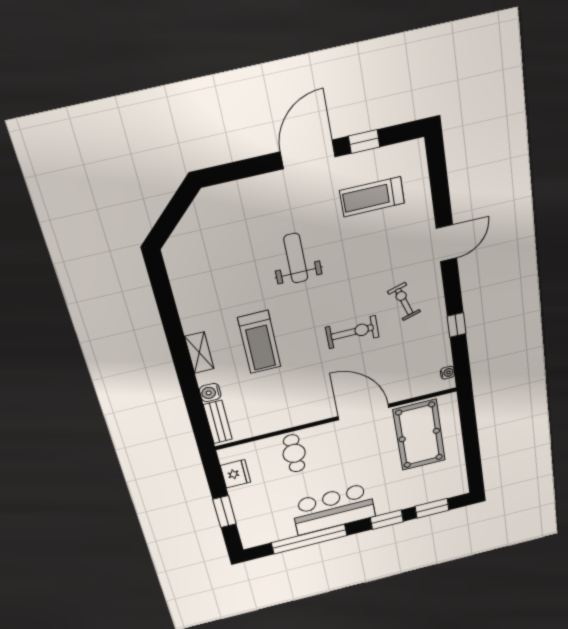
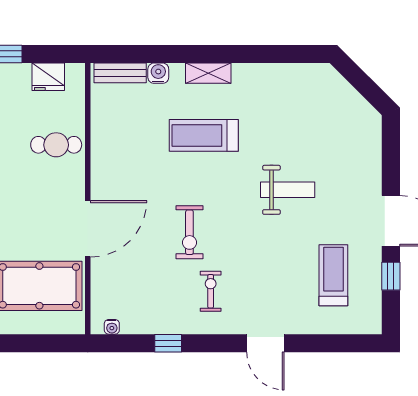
exercise bike: (404, 302) -> (211, 291), turned -73

